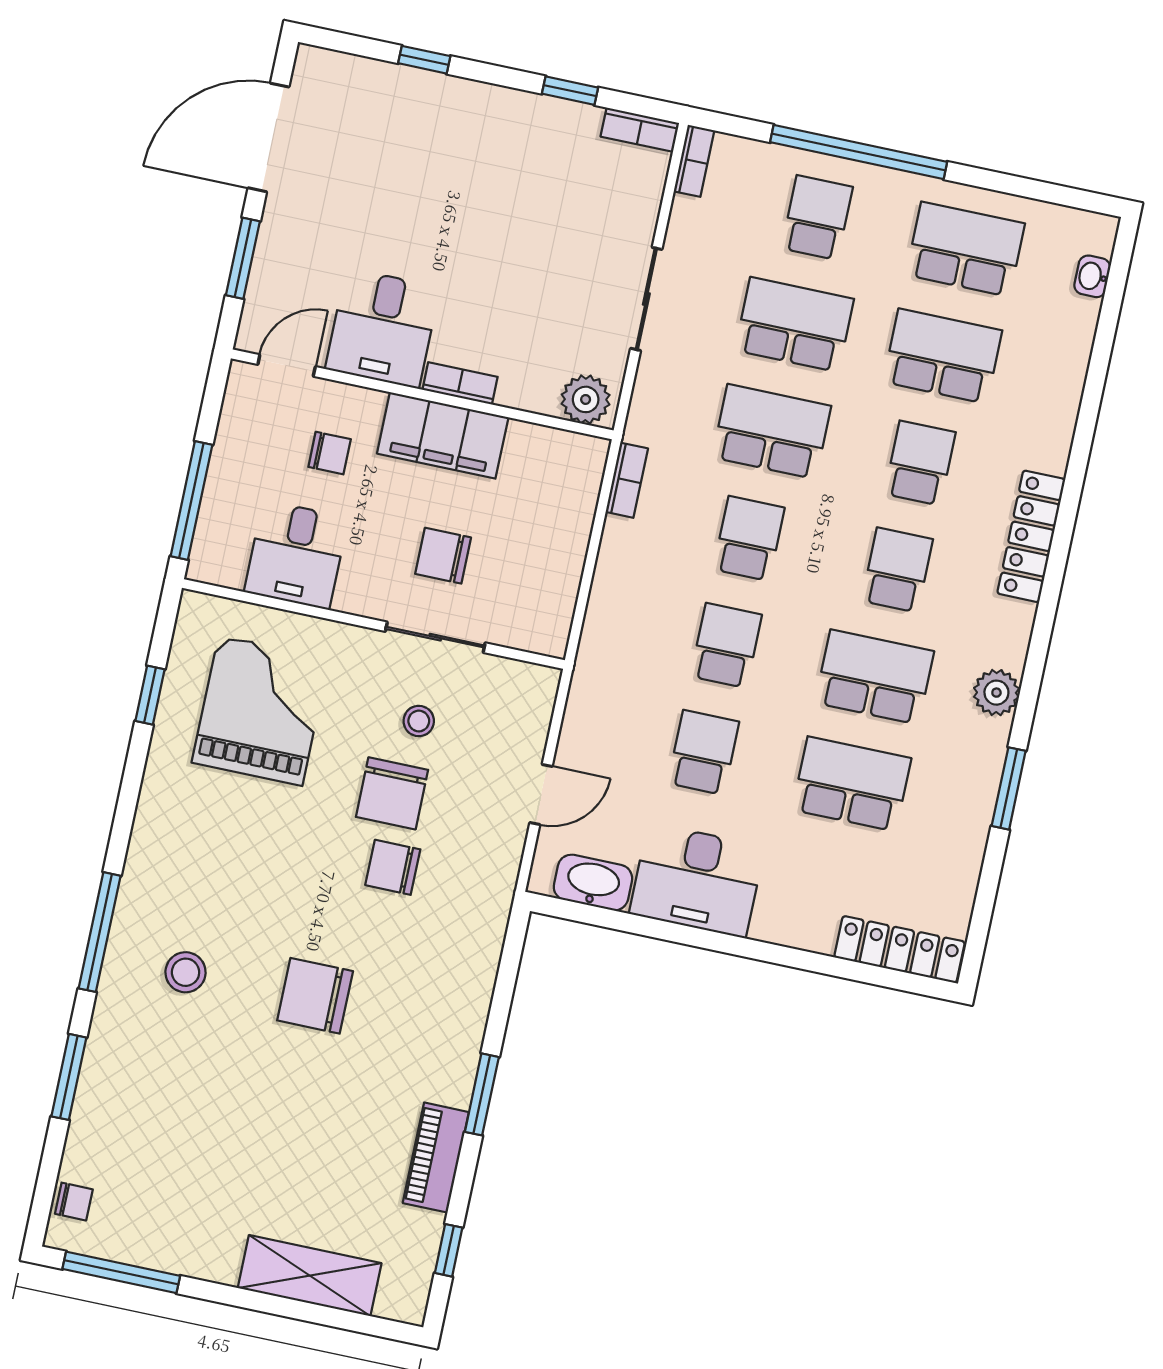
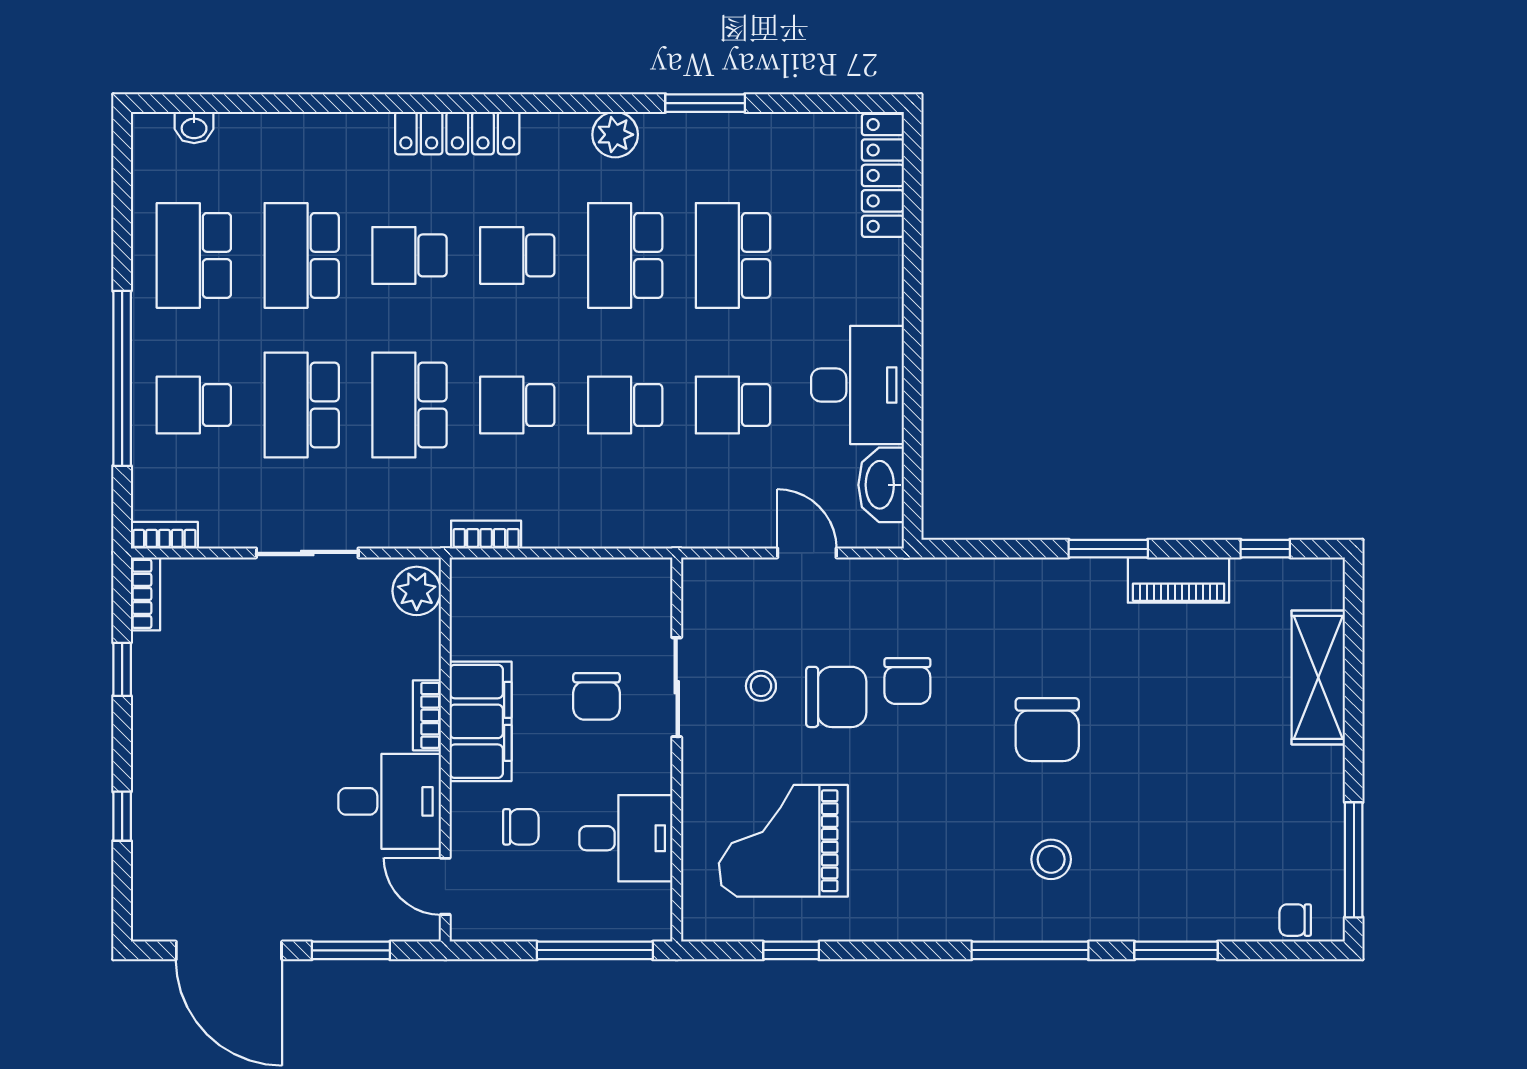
chair: (330, 453) -> (521, 827), turned 90
chair: (74, 1202) -> (1295, 920), turned -90

